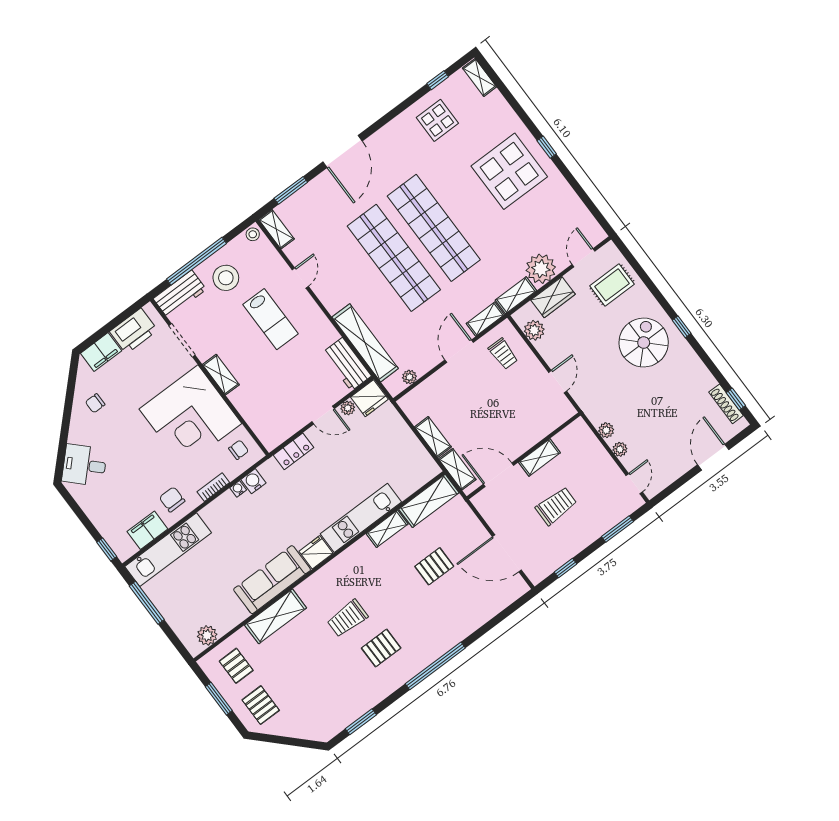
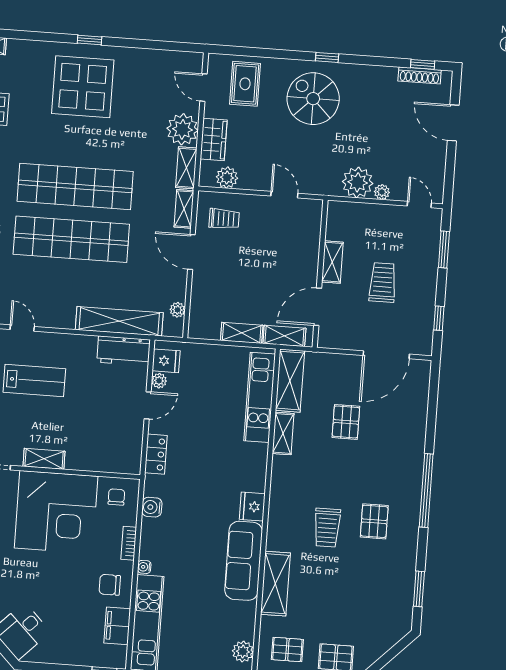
fridge: (369, 398) -> (166, 361), width x0.72
plant: (606, 430) -> (358, 182), width x1.88, depth x1.88
water cooler: (238, 489) -> (144, 567), moved
kitchen unit: (361, 518) -> (260, 397), moved

